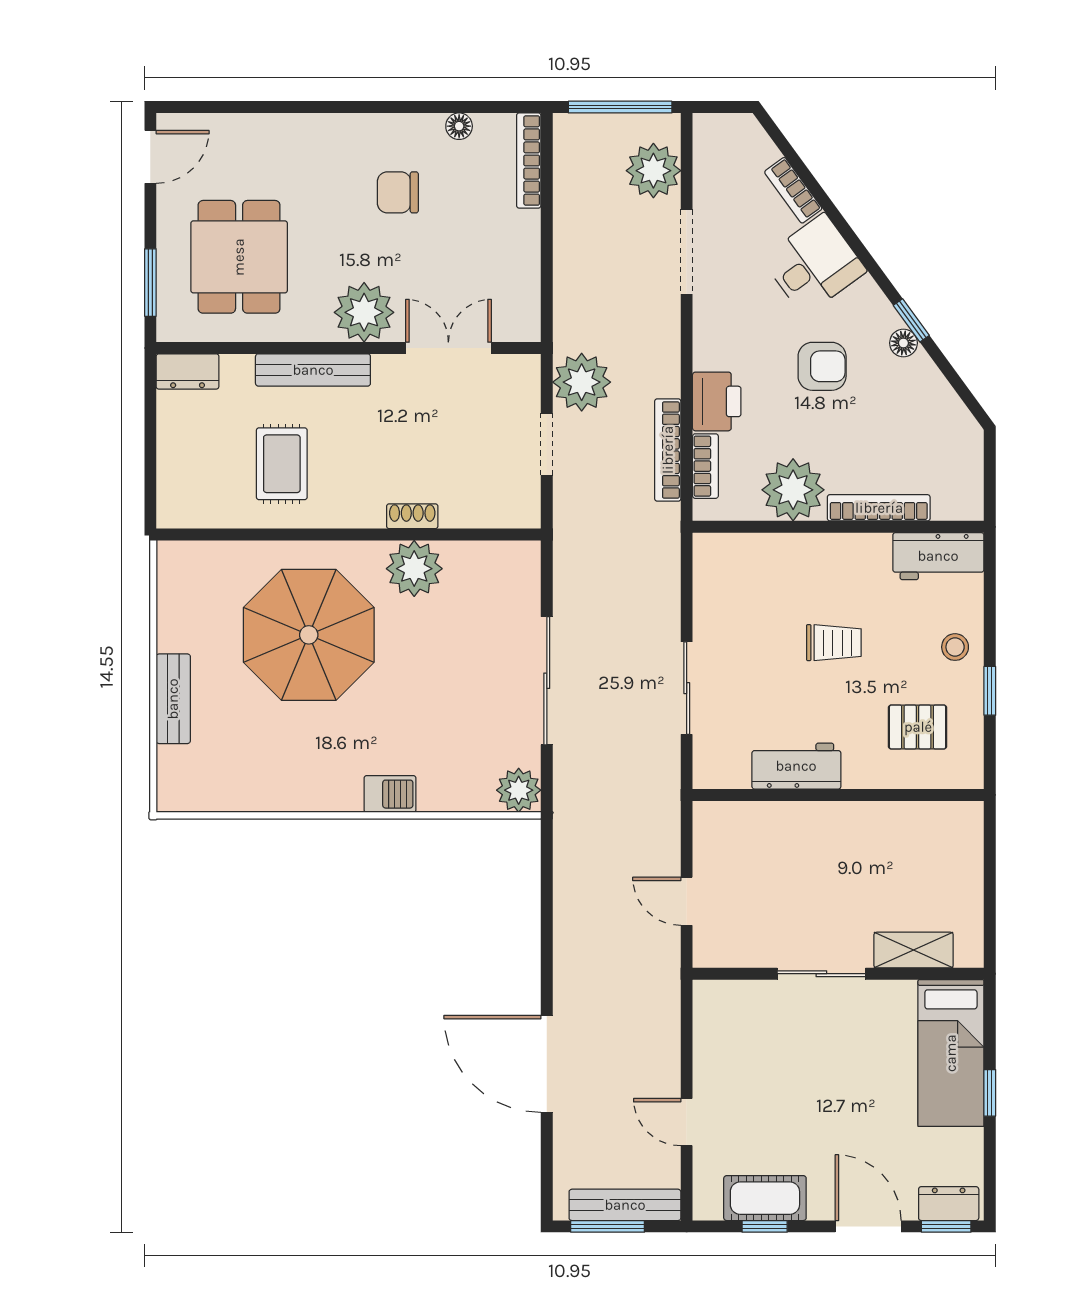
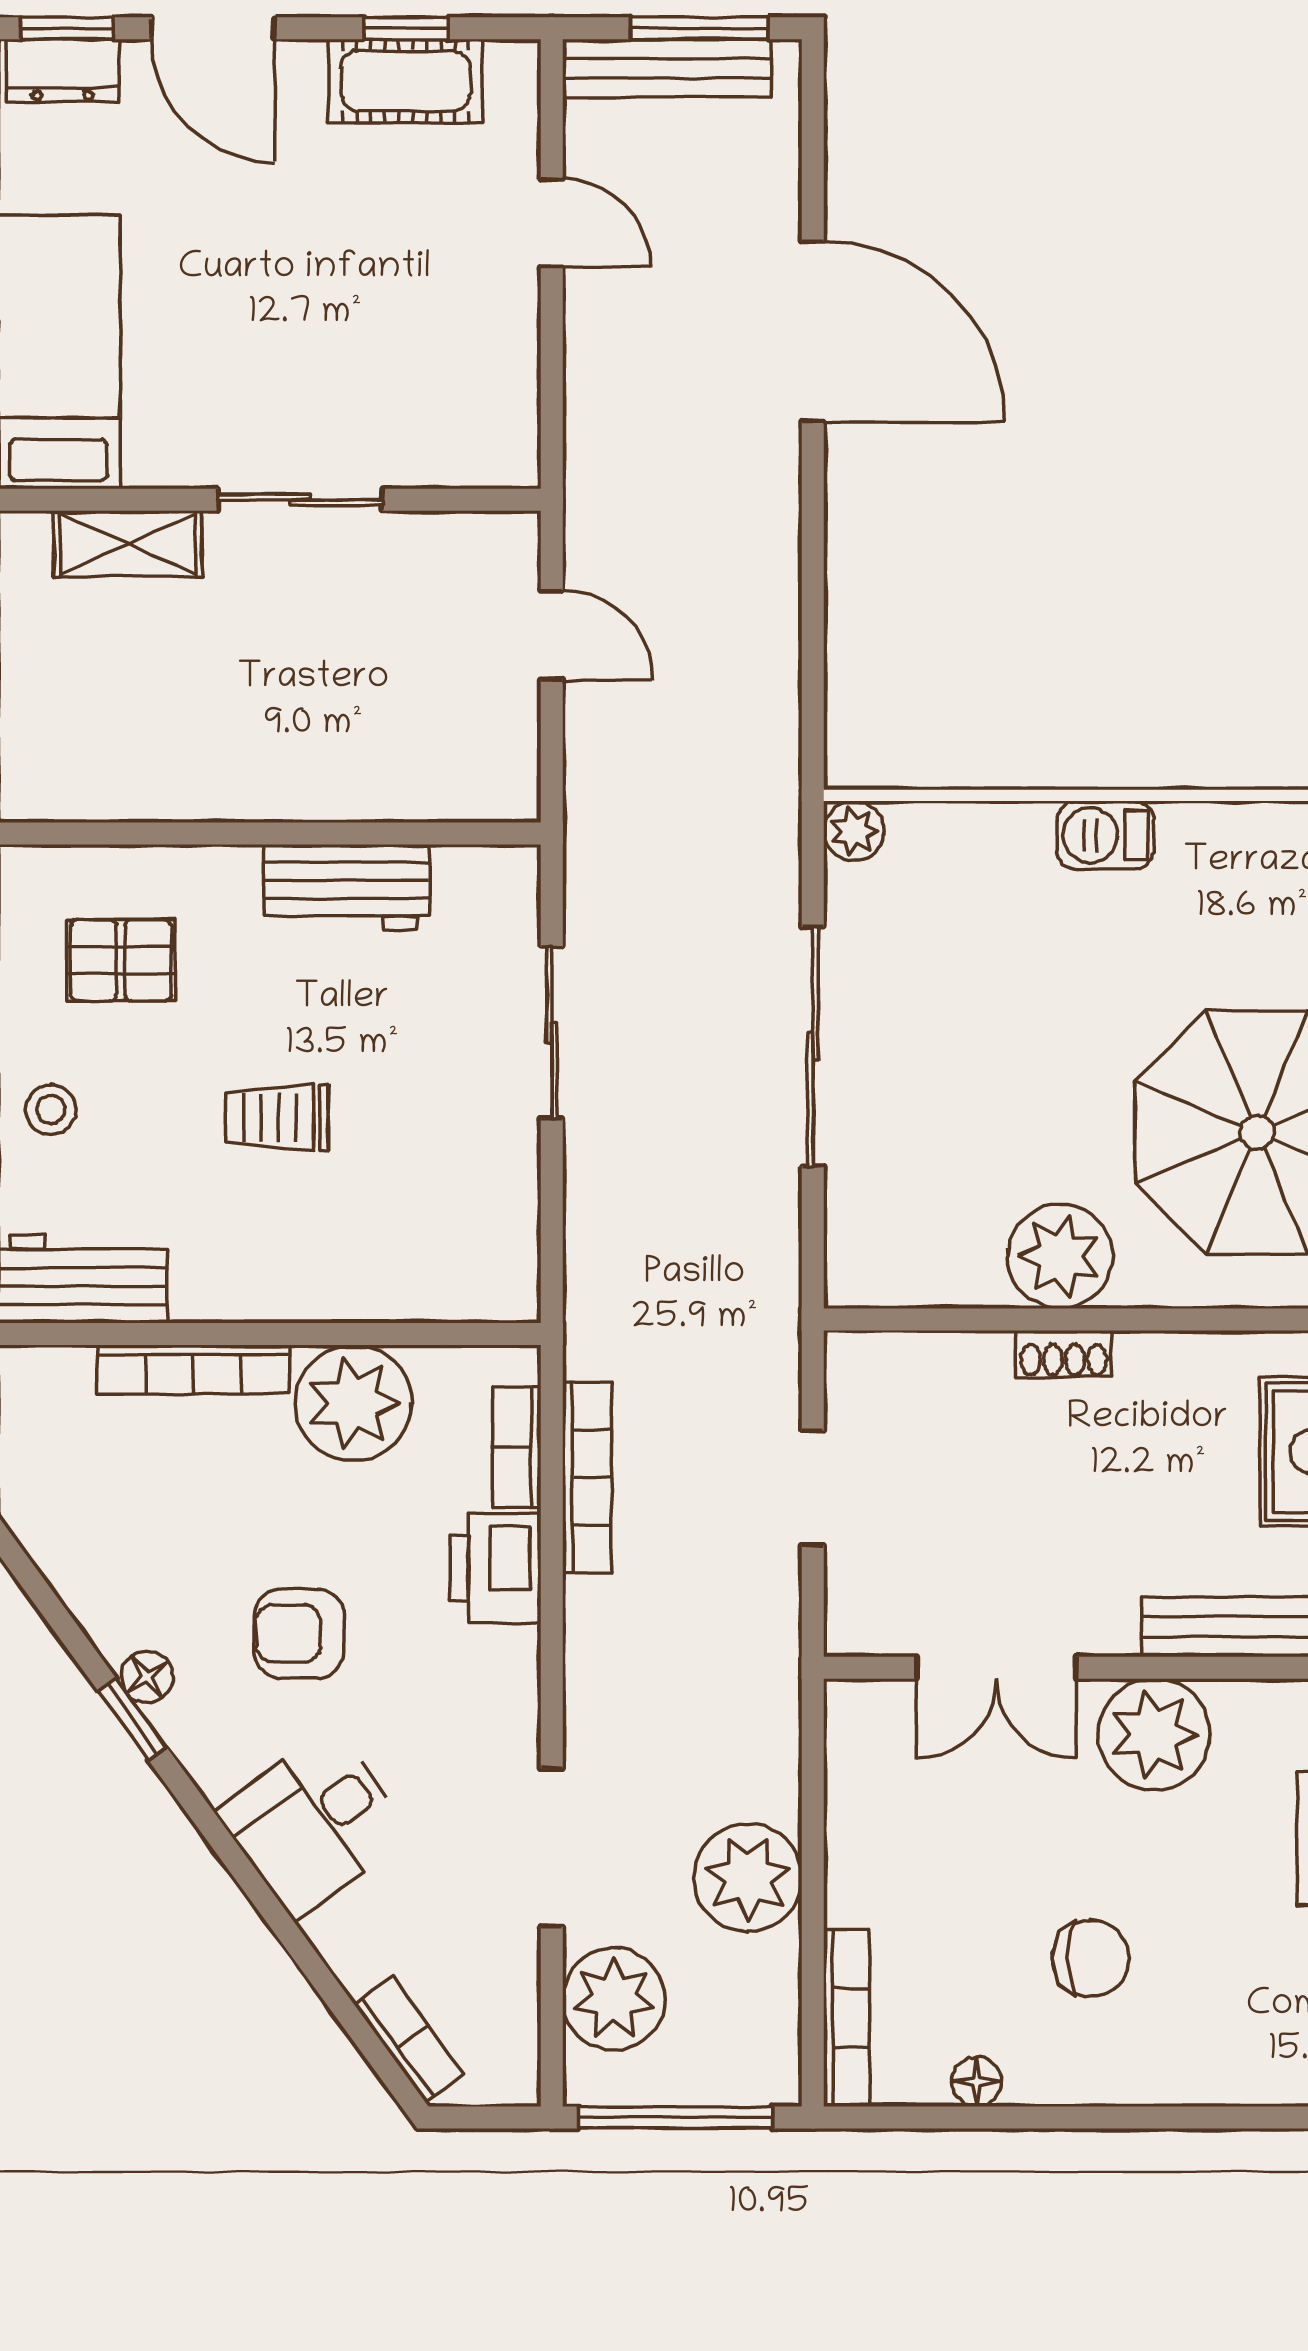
bookcase: (793, 190) -> (409, 2039), moved
plant: (582, 382) -> (748, 1878), moved
plant: (519, 790) -> (854, 831), width x0.73, depth x0.73

